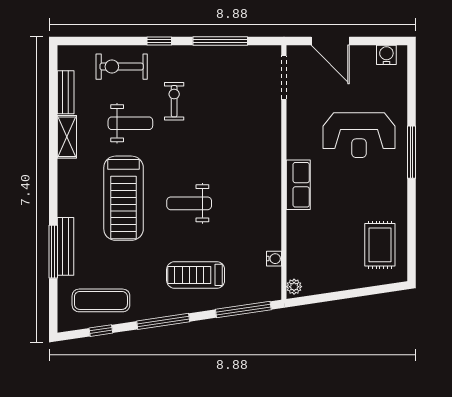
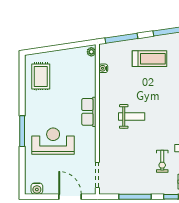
weight bench: (189, 203) -> (132, 116), moved

